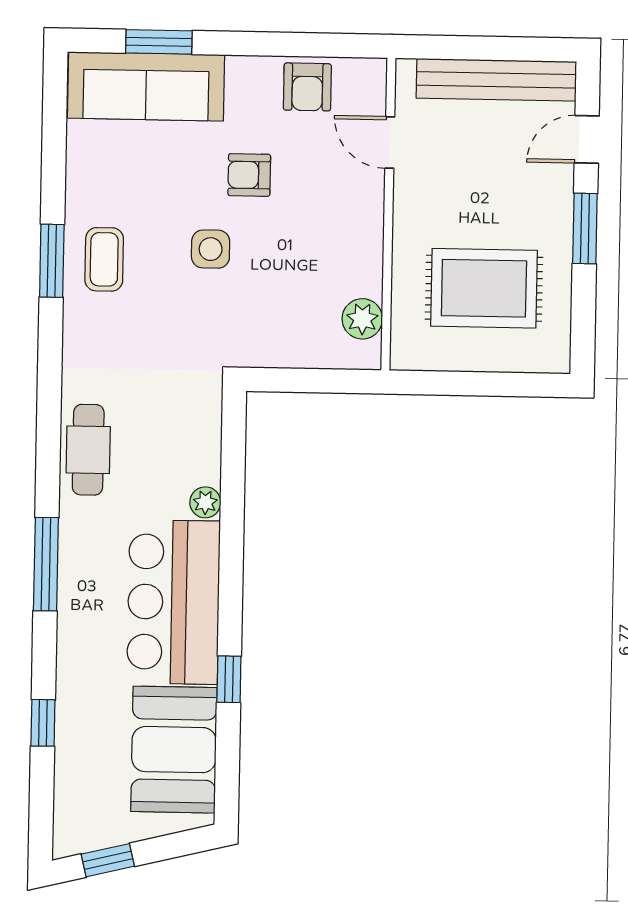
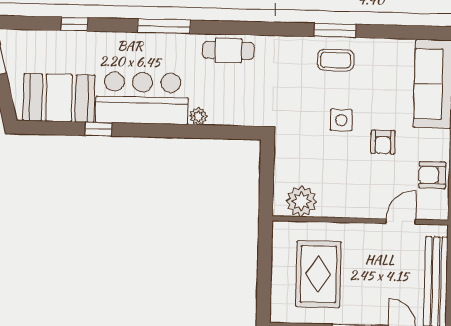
armchair: (249, 175) -> (383, 142), turned 180
plant: (362, 319) -> (301, 201), width x1.36, depth x1.36

